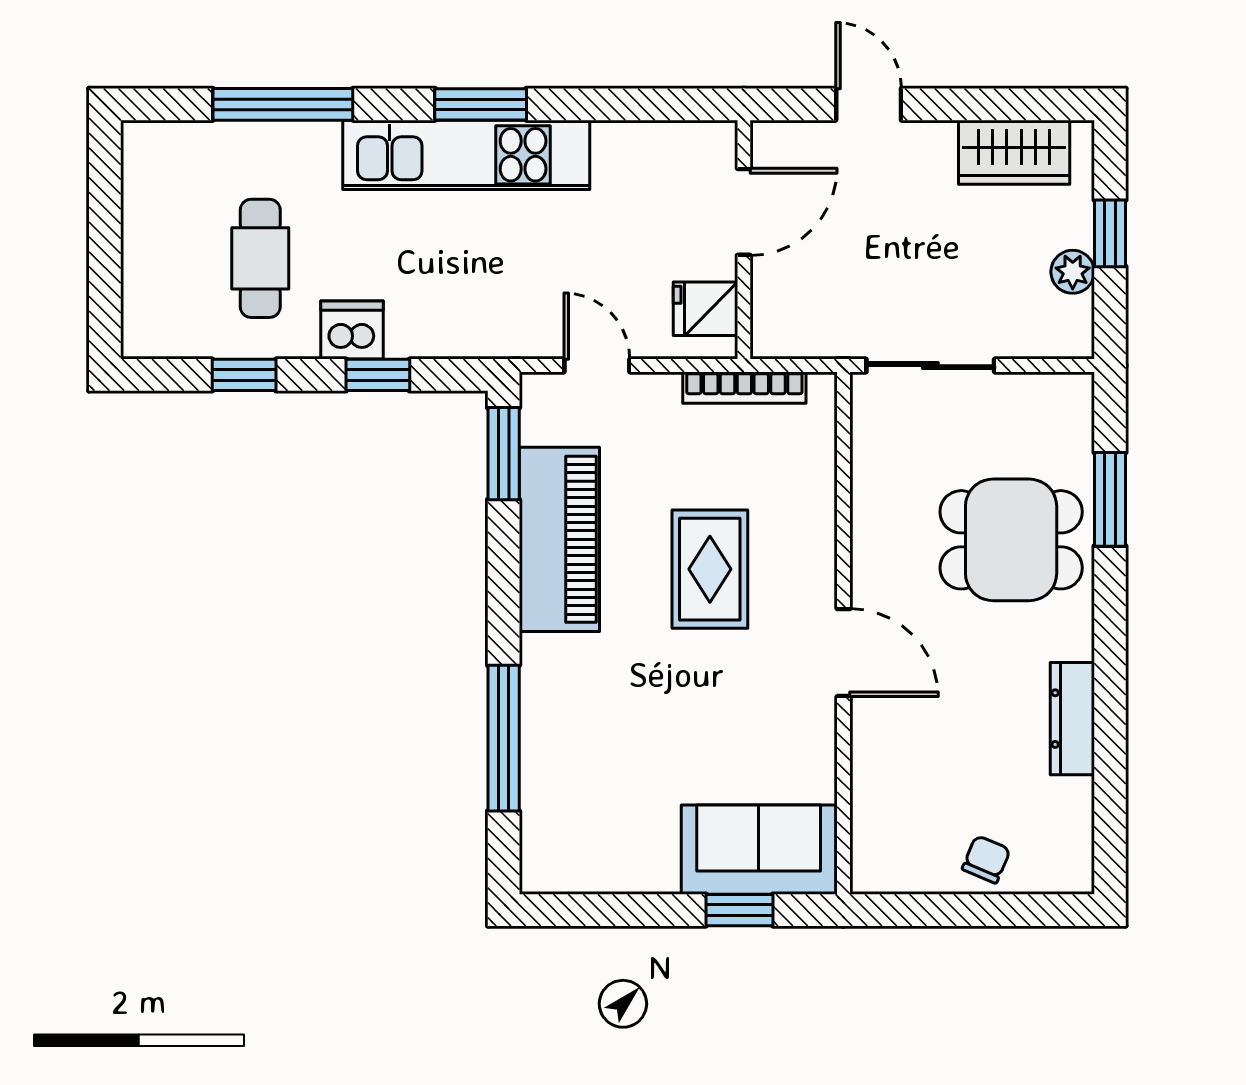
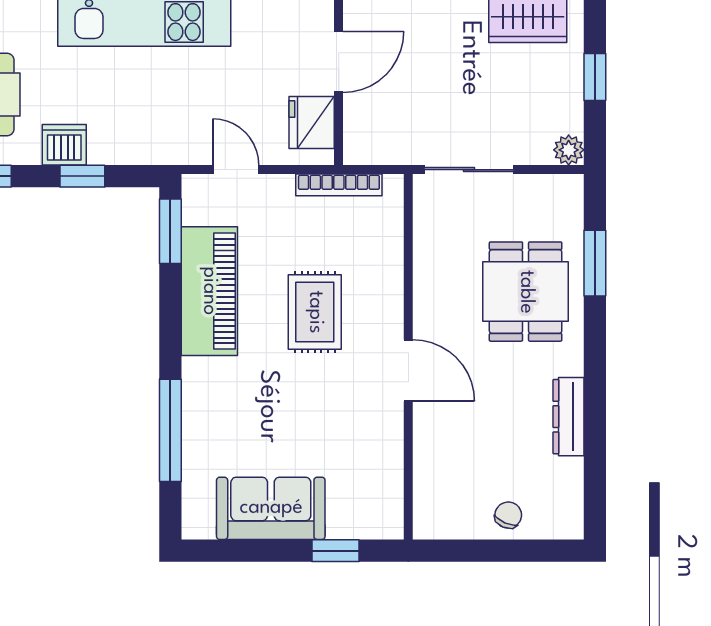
plant: (1073, 272) -> (569, 150), moved
fridge: (705, 309) -> (312, 123), width x1.38
dining table: (1011, 540) -> (526, 292), turned 90
sofa: (759, 850) -> (271, 508), moved

